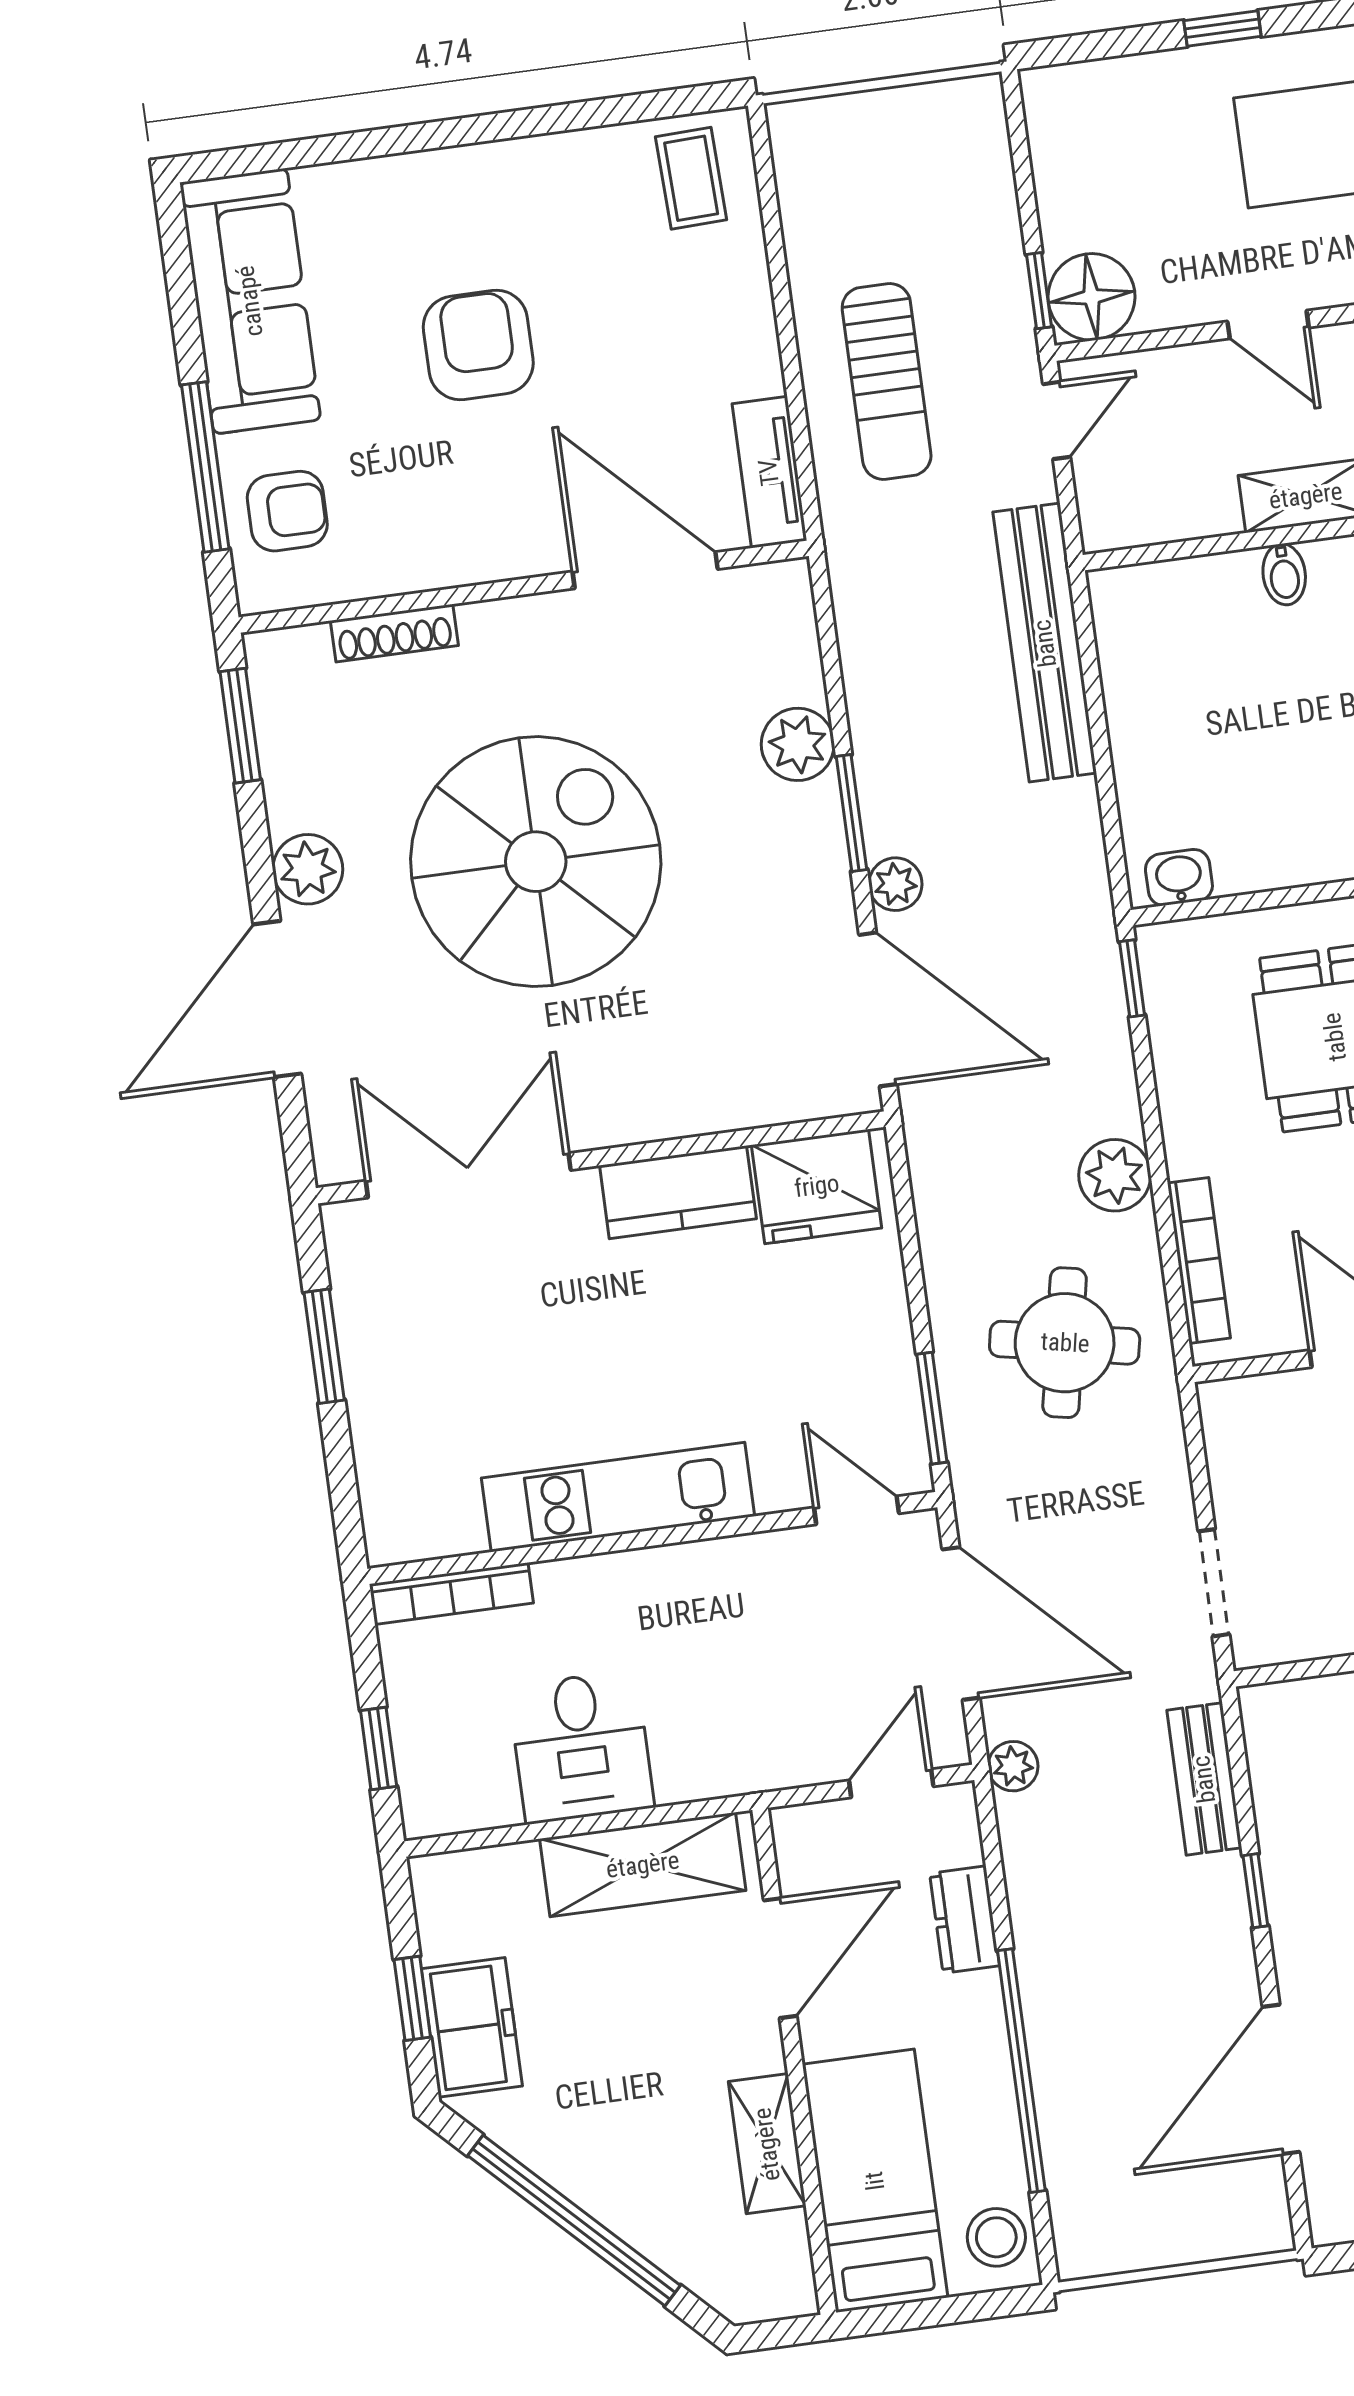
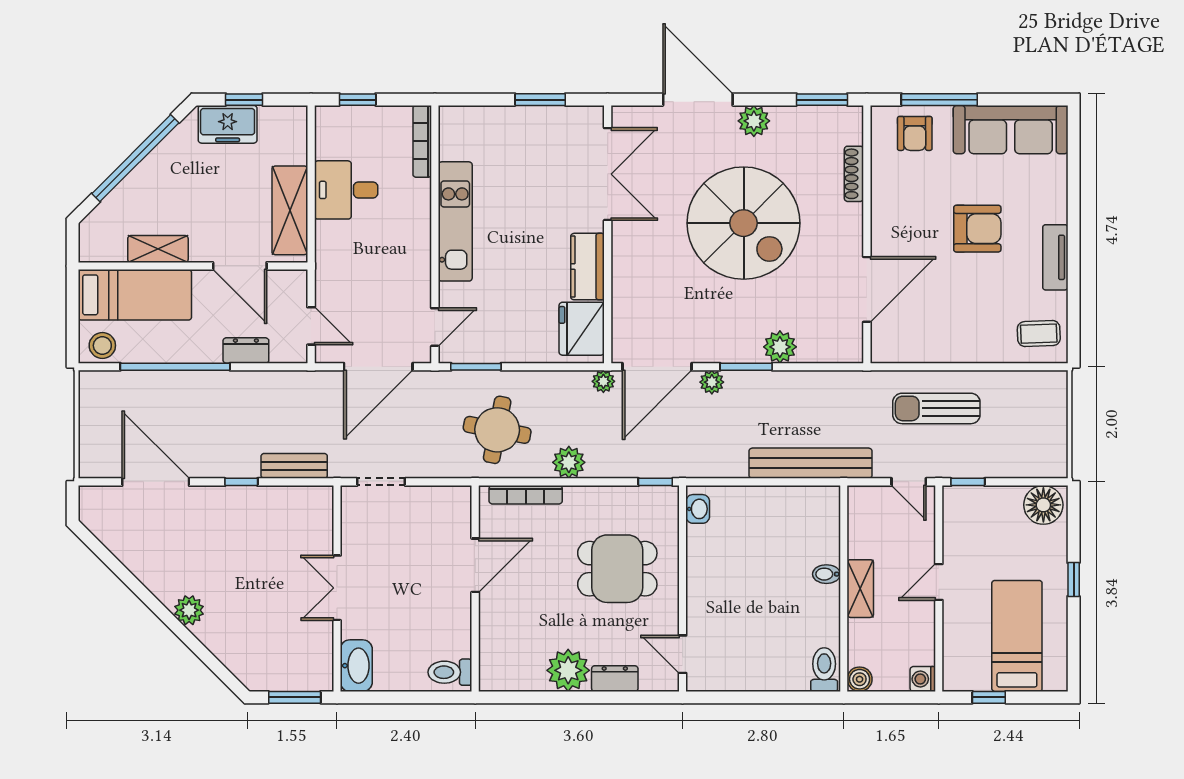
floor lamp: (1092, 297) -> (1043, 505), moved
tv unit: (769, 472) -> (1055, 257), moved, turned -90
plant: (1013, 1766) -> (603, 381), moved

